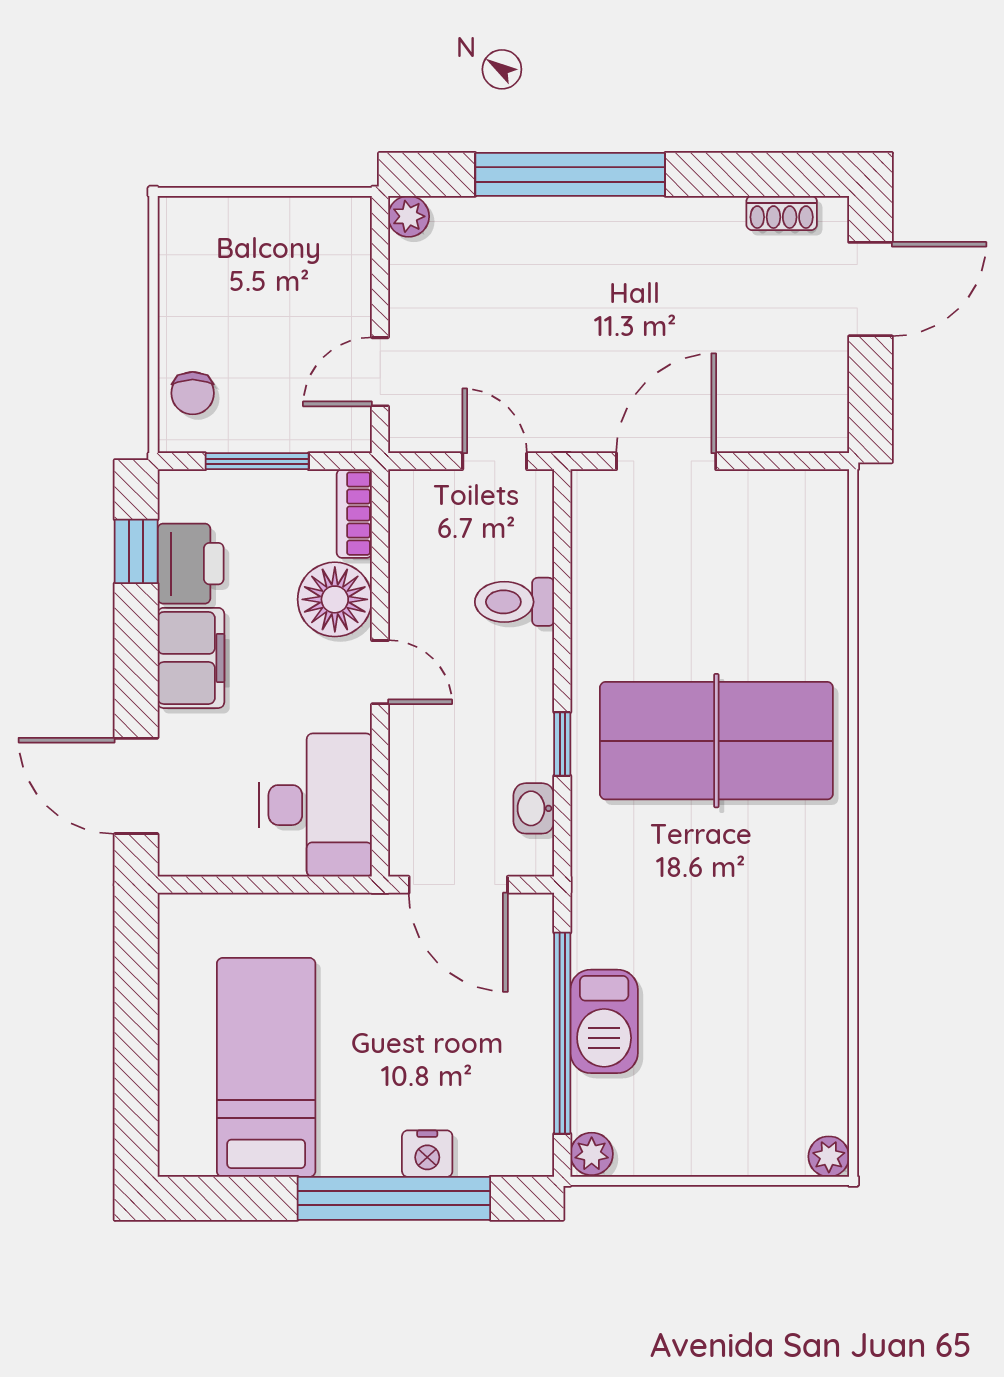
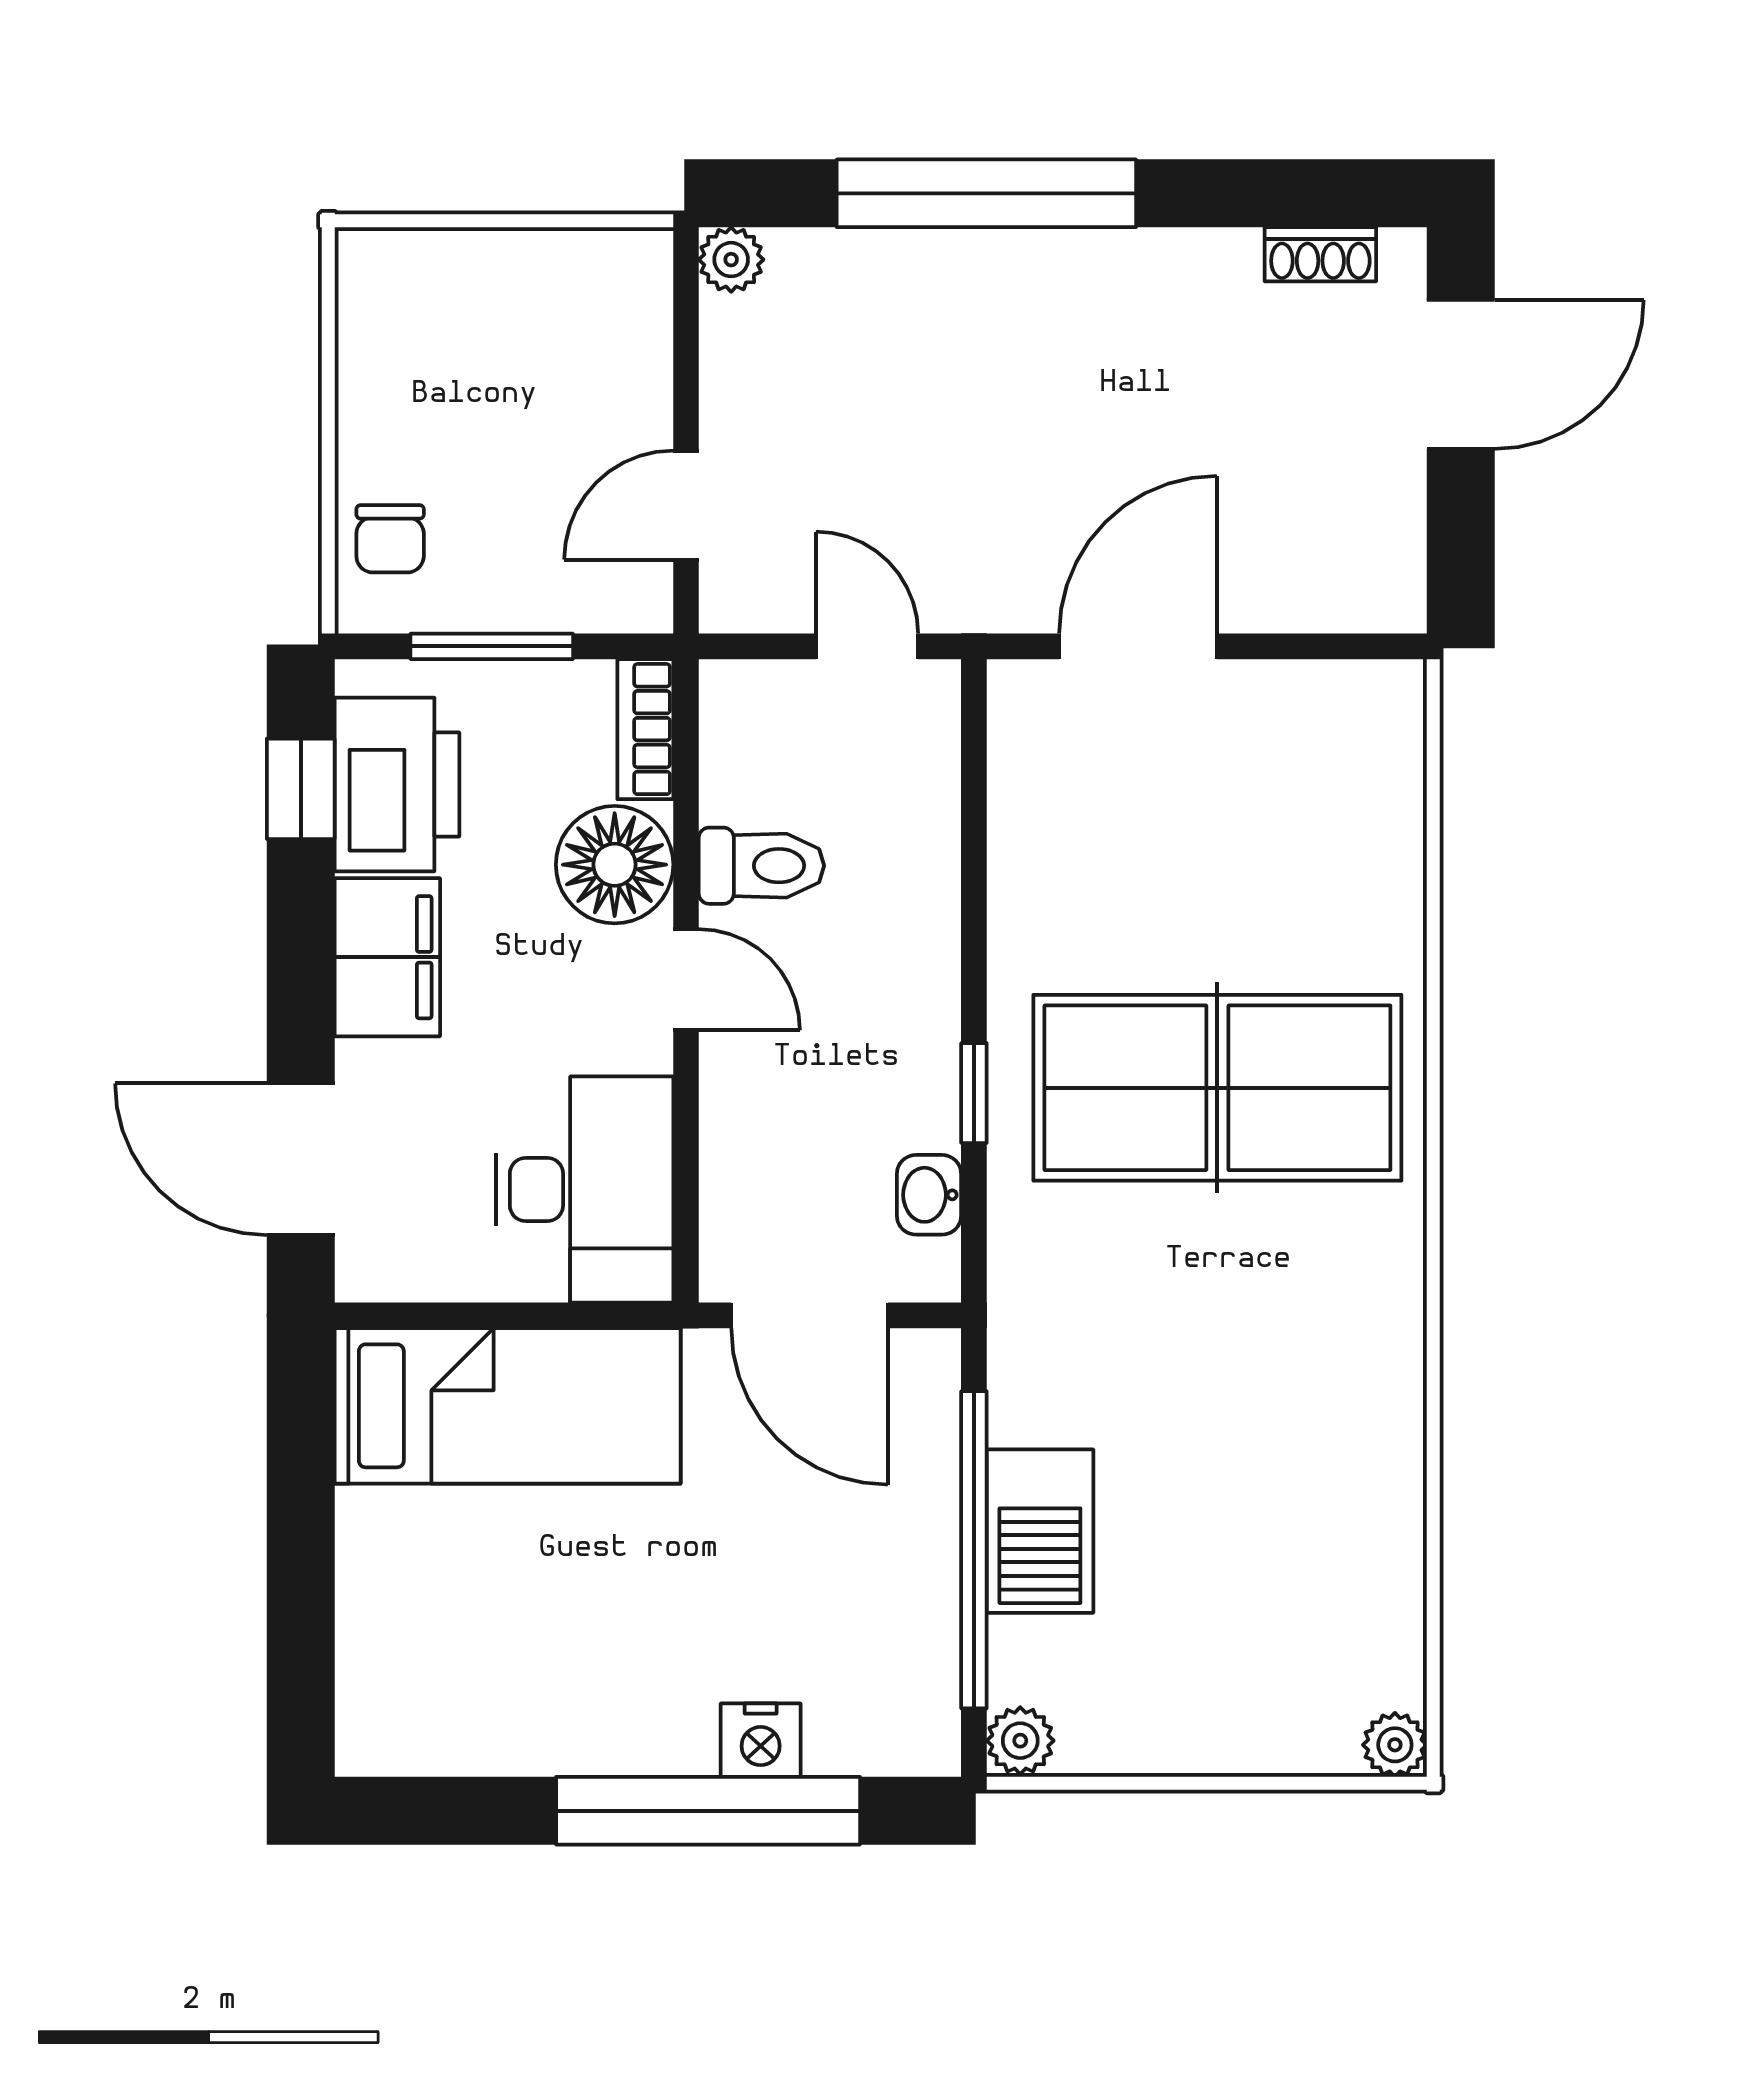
printer: (191, 564) -> (397, 785), width x1.37, depth x1.19
toilet: (515, 602) -> (761, 866), moved, turned 180
bed: (266, 1067) -> (508, 1406), moved, turned 90

